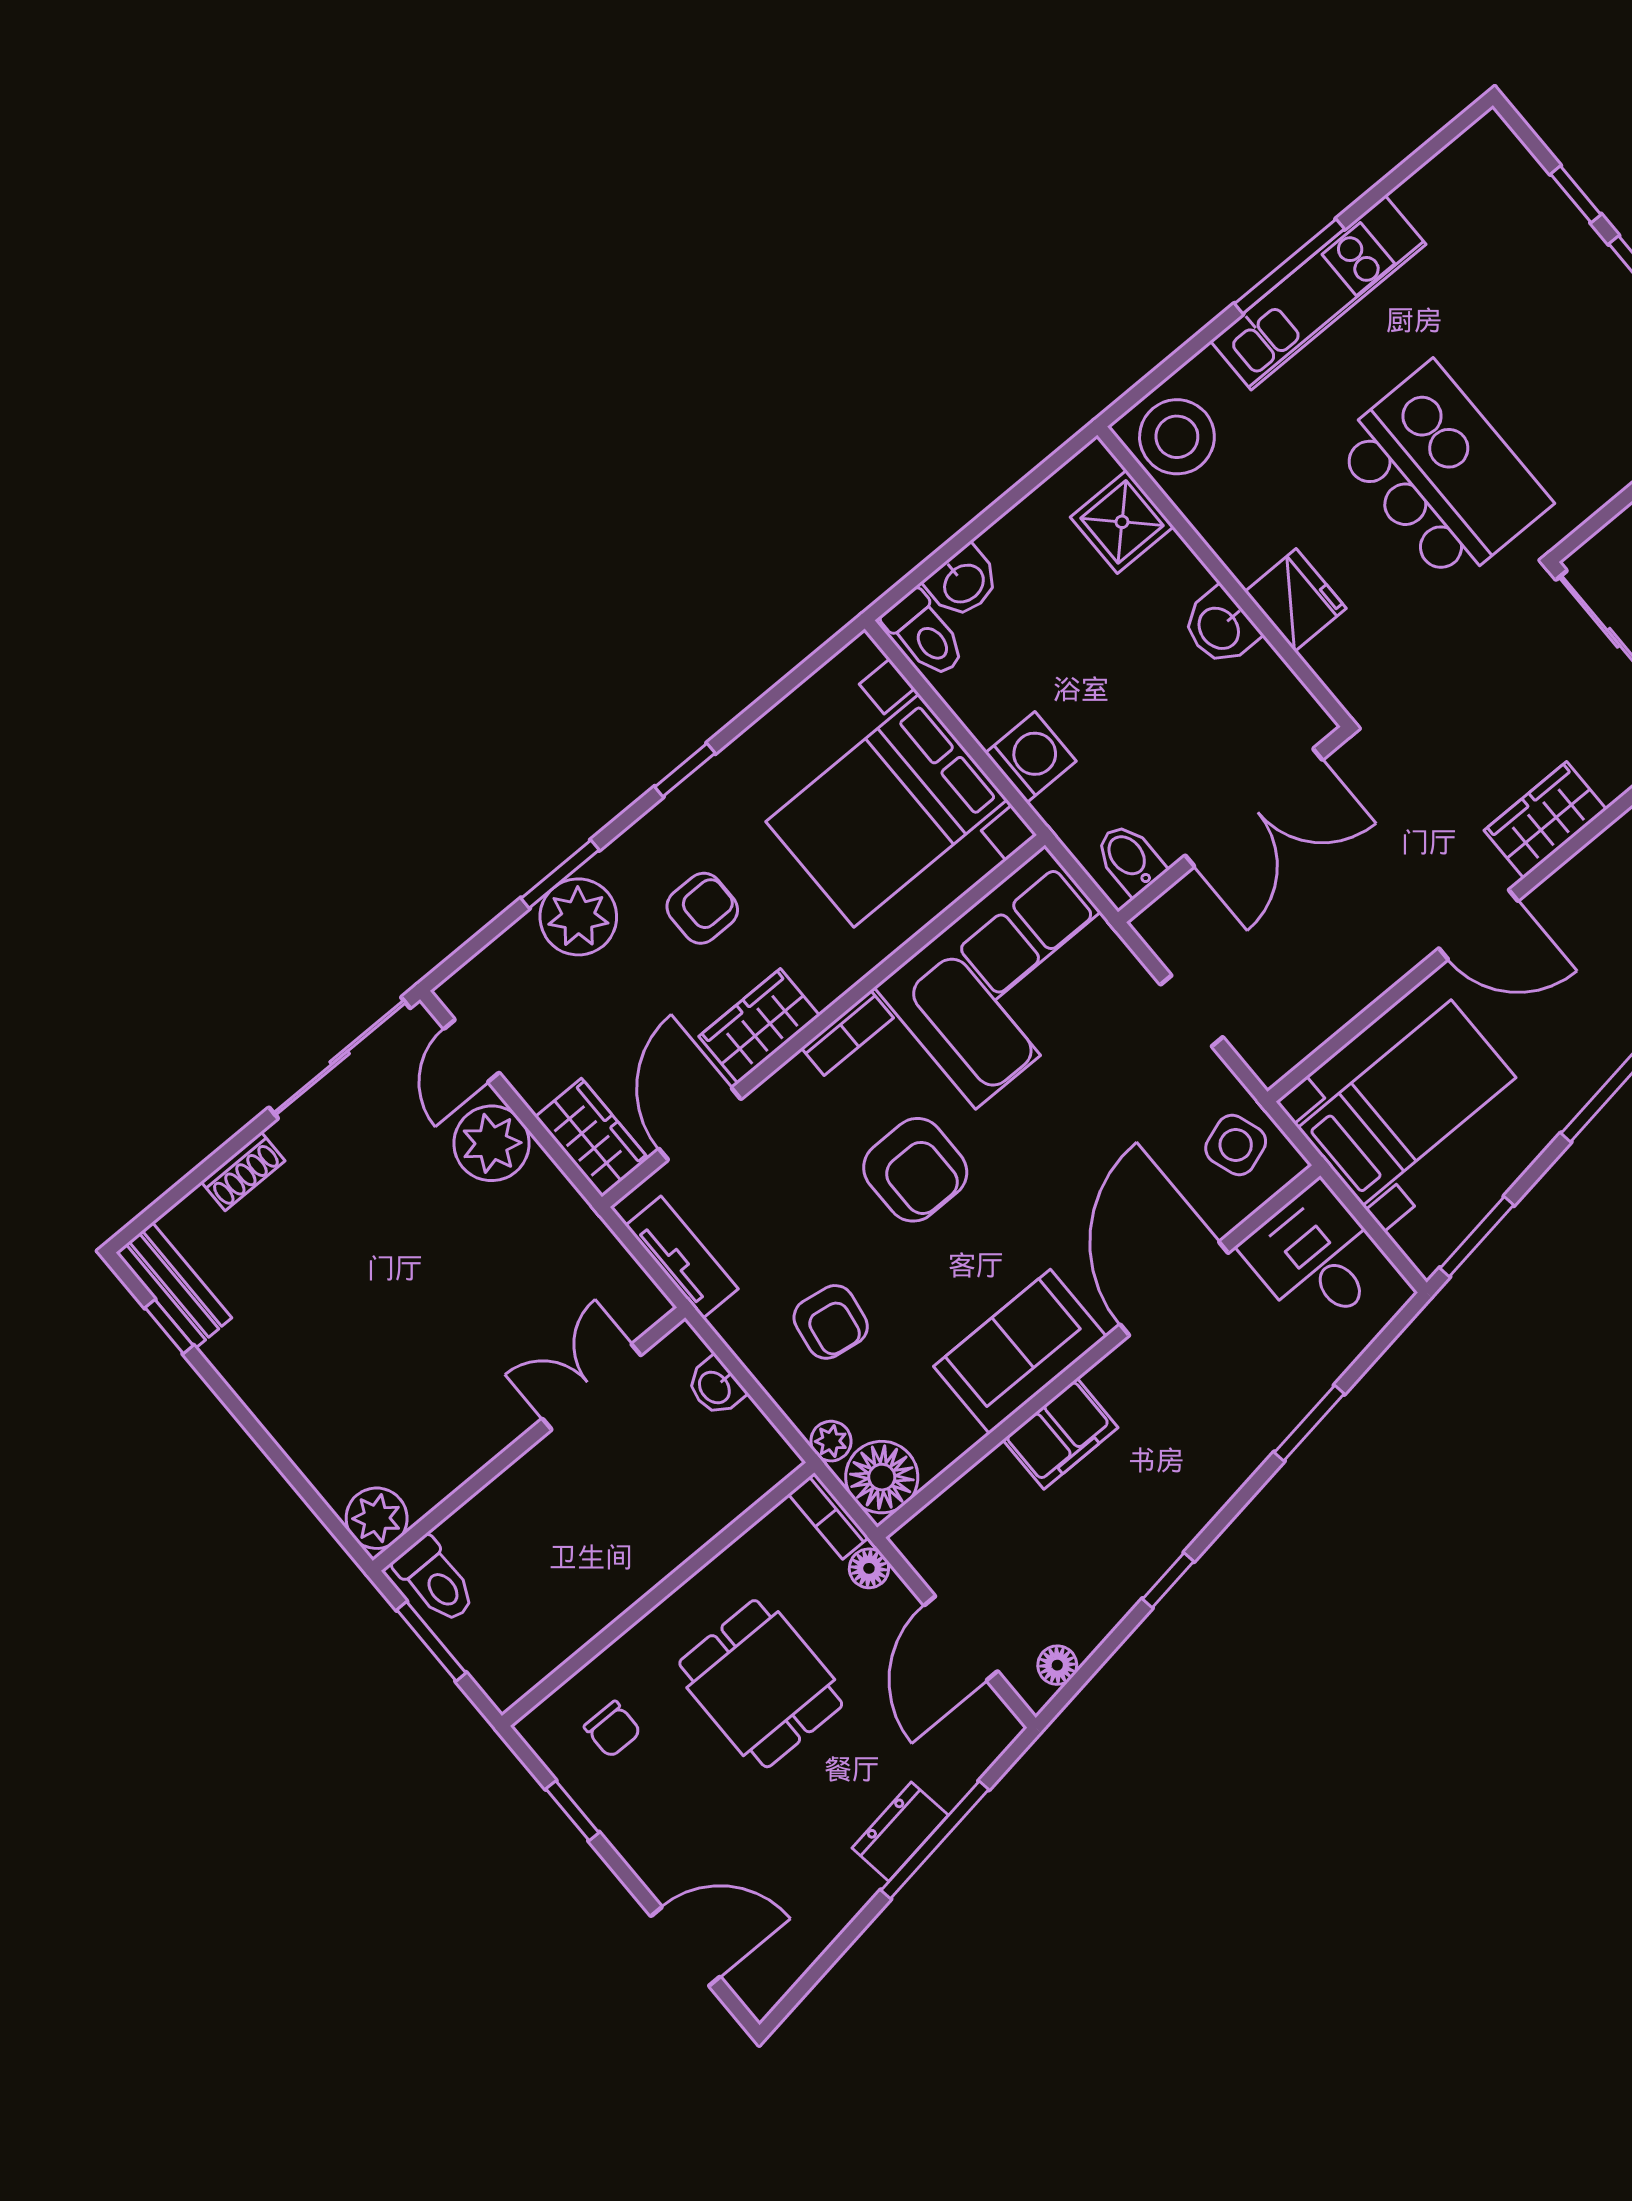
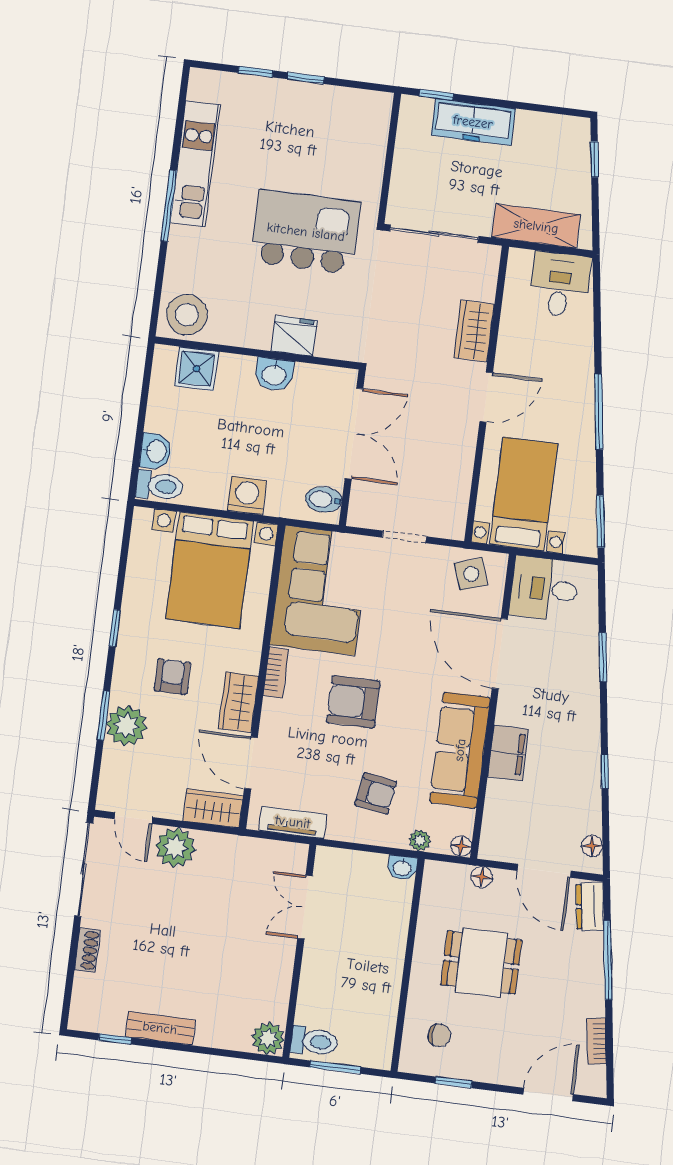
kitchen unit: (1318, 293) -> (195, 164), moved
armchair: (915, 1170) -> (353, 702), turned 180
bench: (174, 1285) -> (160, 1028), moved
sofa: (1020, 1351) -> (460, 750), width x1.36
washbasin: (715, 1387) -> (402, 868), moved
floor lamp: (882, 1477) -> (461, 846), width x0.53, depth x0.53
bookcase: (829, 1516) -> (597, 1041), moved, turned 82
dresser: (900, 1832) -> (590, 907), moved

